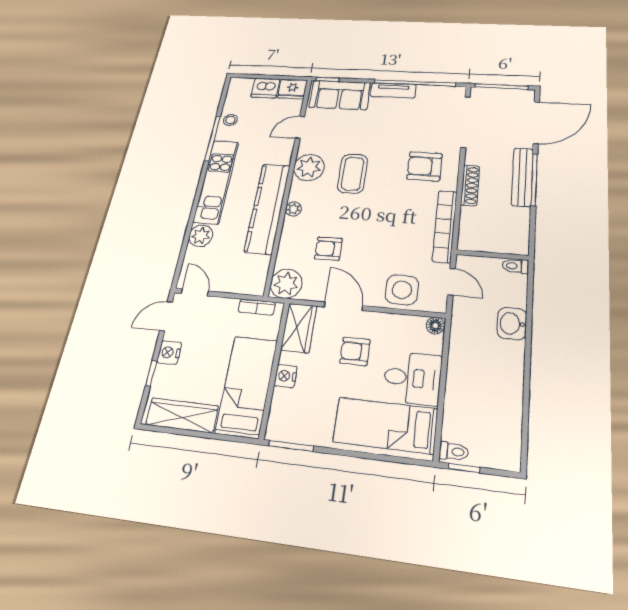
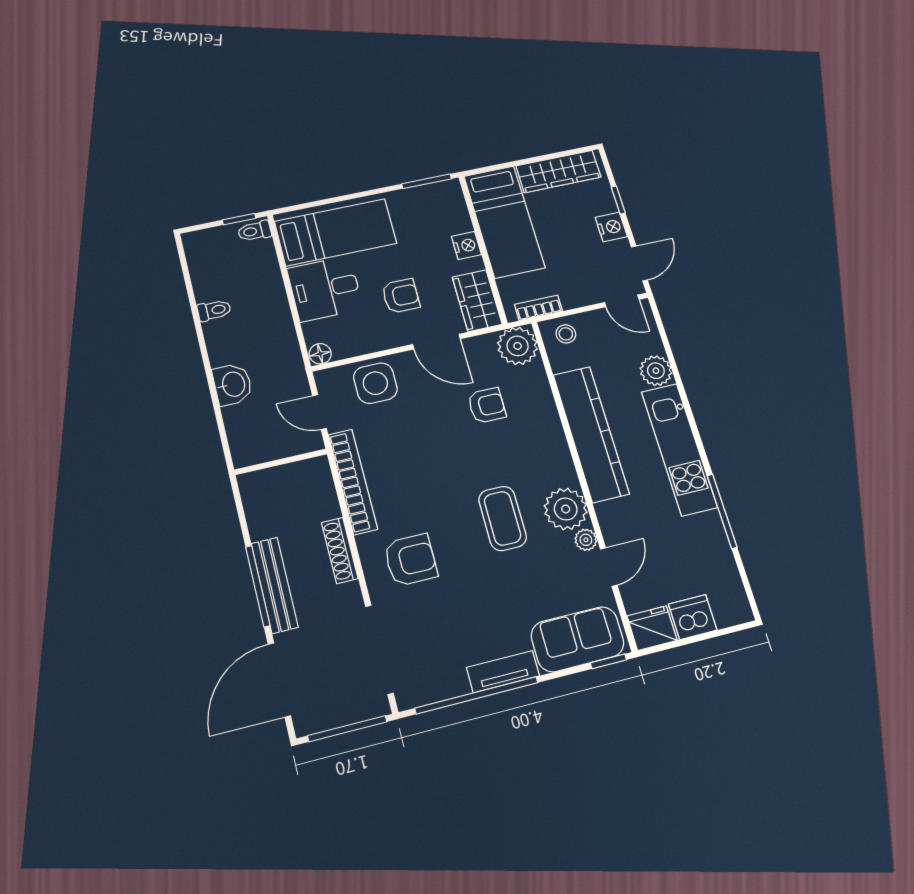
stool: (230, 120) -> (566, 334), moved
plant: (293, 209) -> (586, 540), moved
toilet: (515, 266) -> (214, 310), moved

